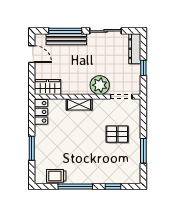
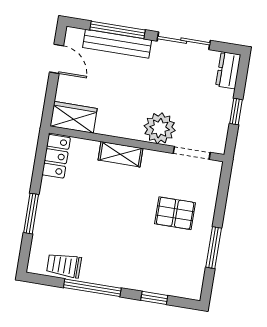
dresser: (135, 49) -> (228, 70), width x0.70

